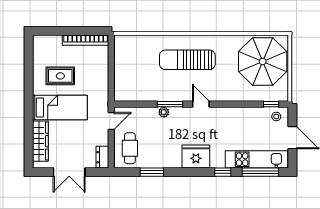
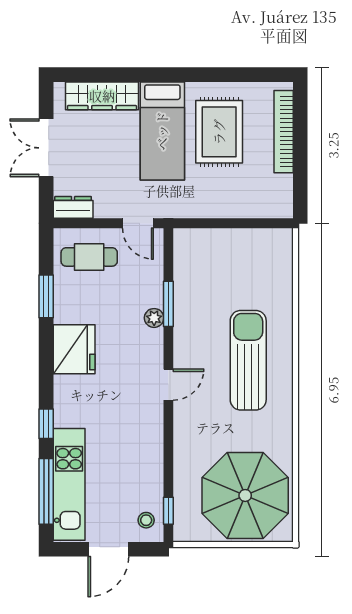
bookcase: (85, 40) -> (284, 132), moved
rug: (60, 76) -> (219, 132), width x1.36, depth x1.43
window: (170, 104) -> (168, 304), moved
fridge: (196, 157) -> (74, 349), moved

